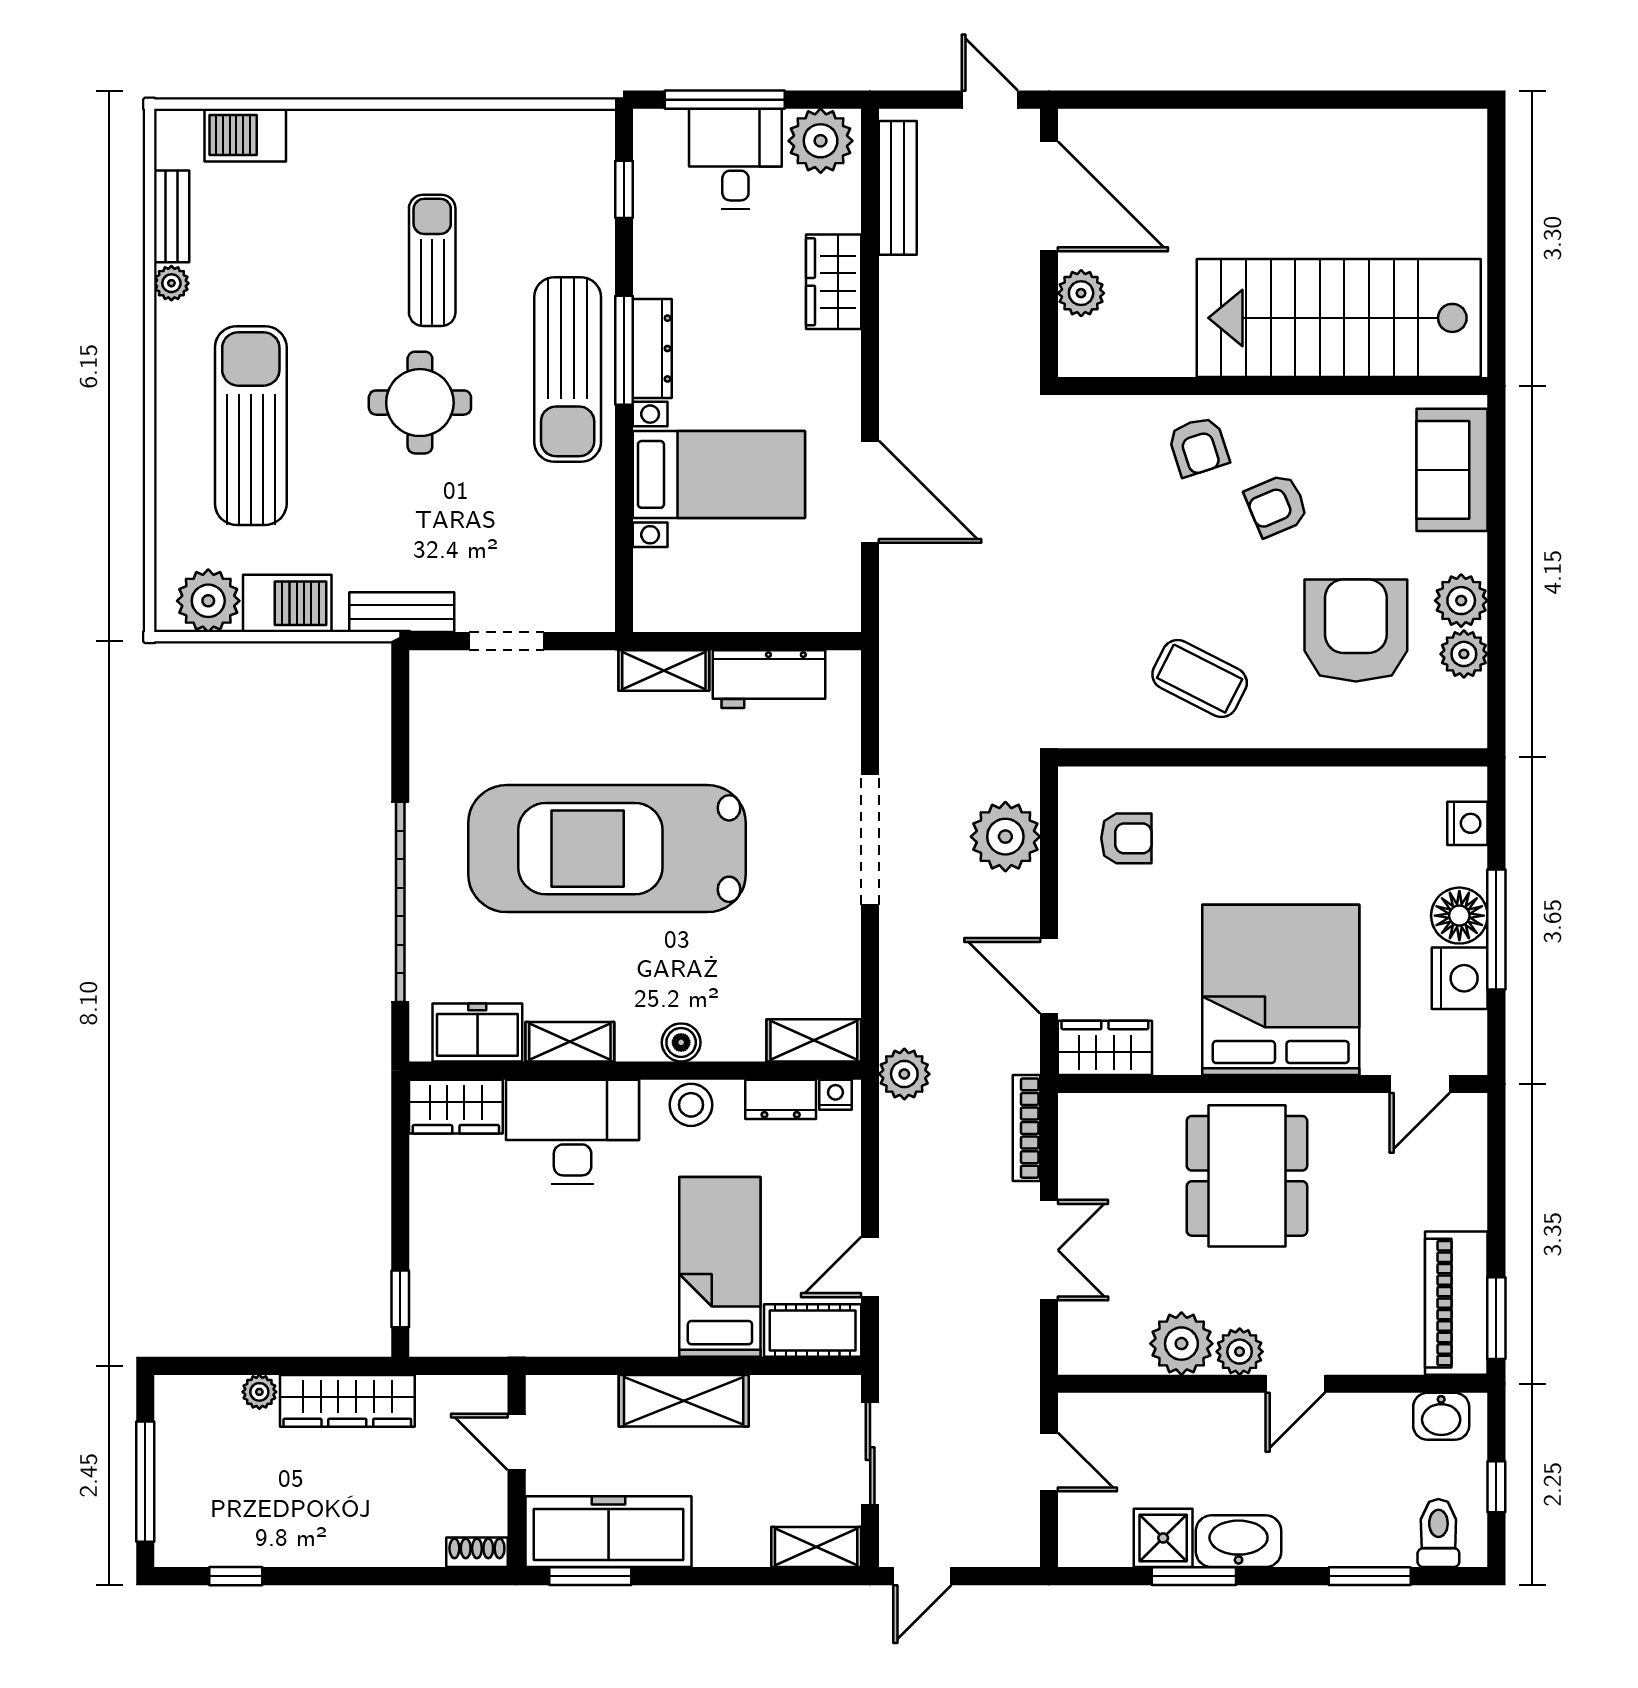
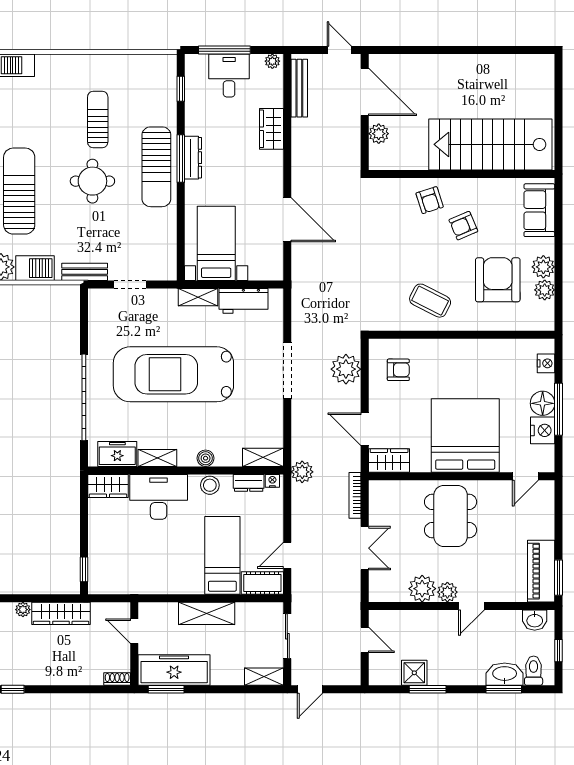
plant: (821, 141) -> (272, 61), width x0.53, depth x0.53
bed with nightstands: (719, 474) -> (216, 243), moved, turned -90
washbasin: (1239, 1541) -> (505, 674), moved

